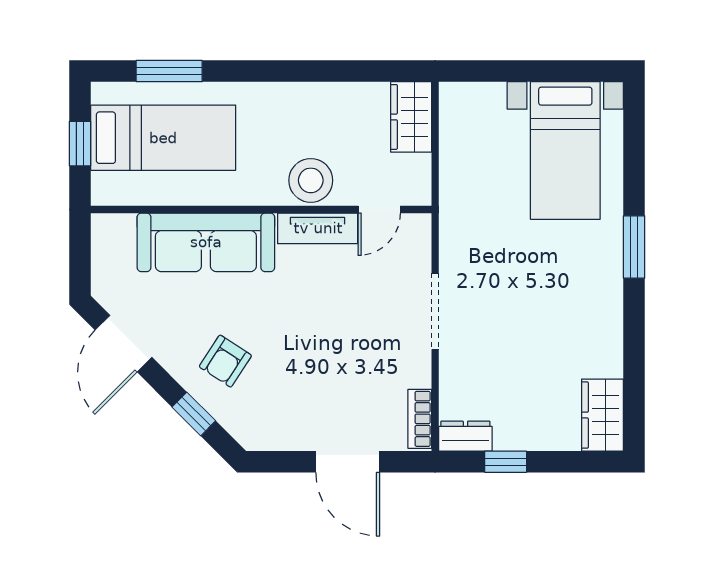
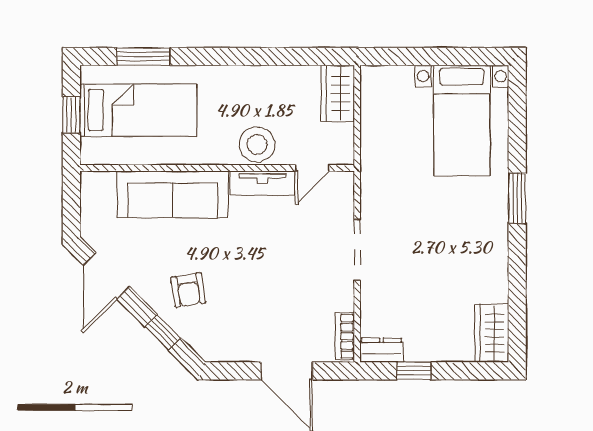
armchair: (225, 361) -> (188, 290), turned -42

